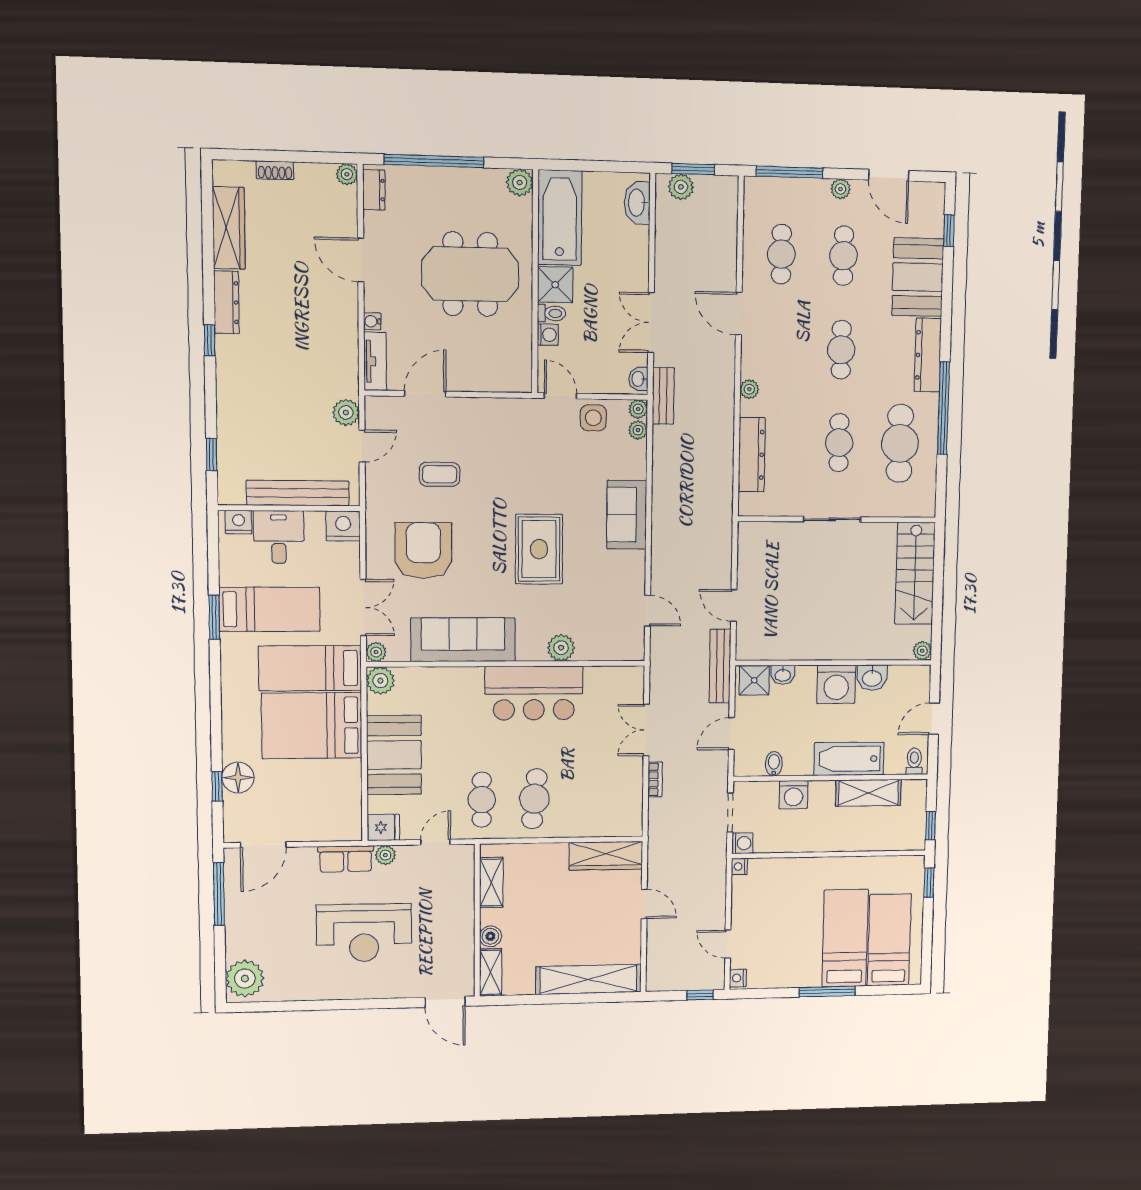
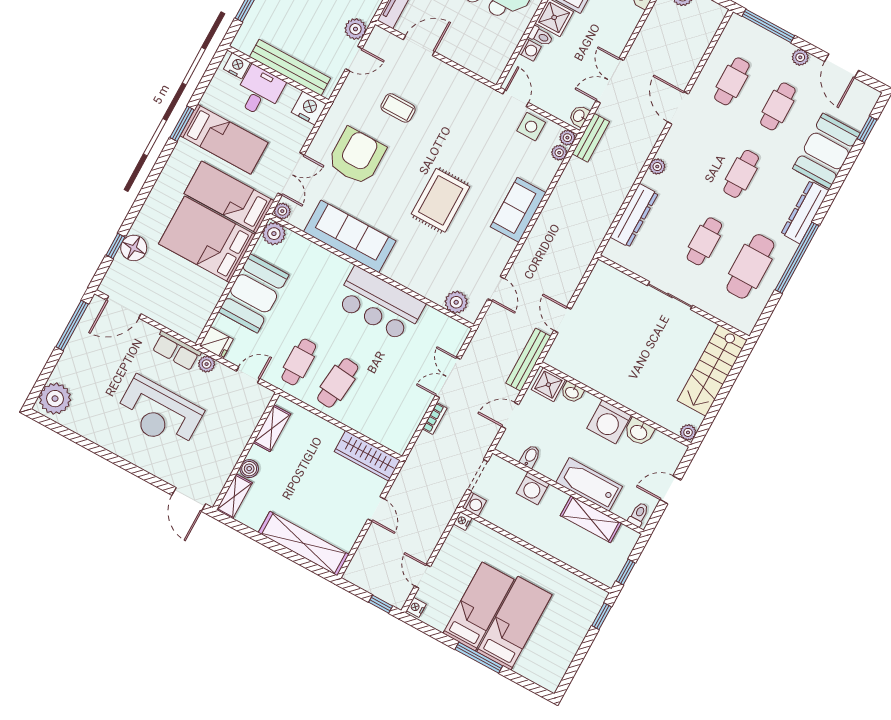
plant: (561, 648) -> (456, 302), moved
bed: (889, 940) -> (479, 606), moved

